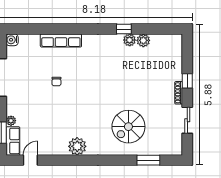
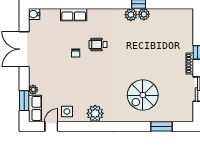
row of seats: (61, 40) -> (74, 15), width x0.68
plant: (143, 40) -> (131, 15), moved
wheelchair: (80, 72) -> (98, 45), added
side table: (47, 144) -> (67, 111), added

